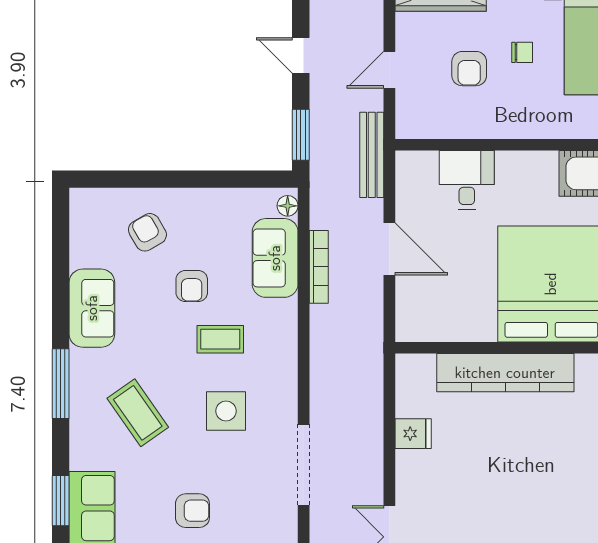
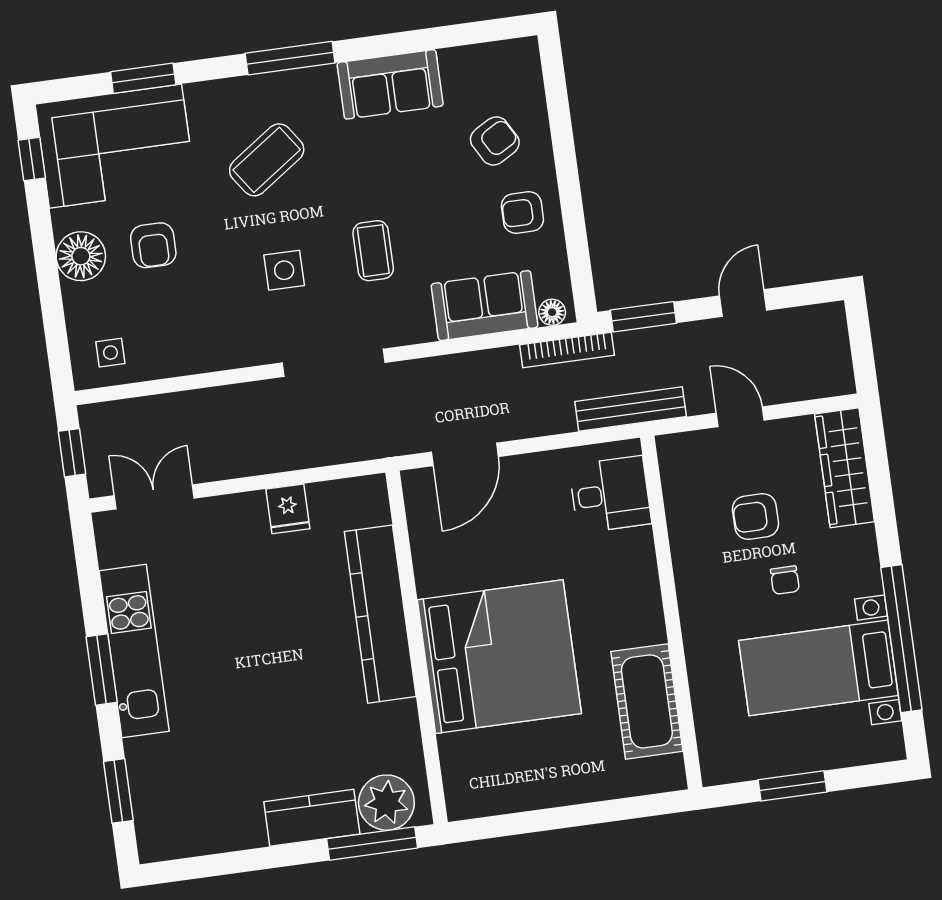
desk: (467, 180) -> (610, 494), moved
door: (389, 249) -> (465, 454), moved
bookcase: (319, 267) -> (567, 350), moved
armchair: (192, 286) -> (522, 213), moved
side table: (226, 411) -> (284, 270), width x0.73, depth x0.73
doorway: (304, 465) -> (334, 363), moved

